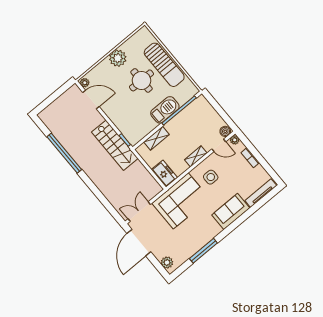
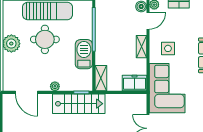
plant: (85, 83) -> (55, 86), moved
door: (91, 99) -> (26, 92), swing flipped
barbecue: (165, 110) -> (84, 54), moved
shelving: (157, 138) -> (101, 78), moved

